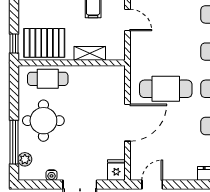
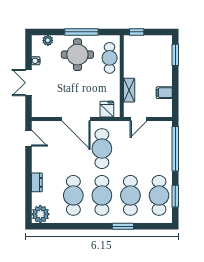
door: (127, 20) -> (139, 119), moved
pallet: (44, 43) -> (137, 55), removed
window: (14, 142) -> (81, 32), moved
fridge: (116, 170) -> (107, 109), moved, turned -90

